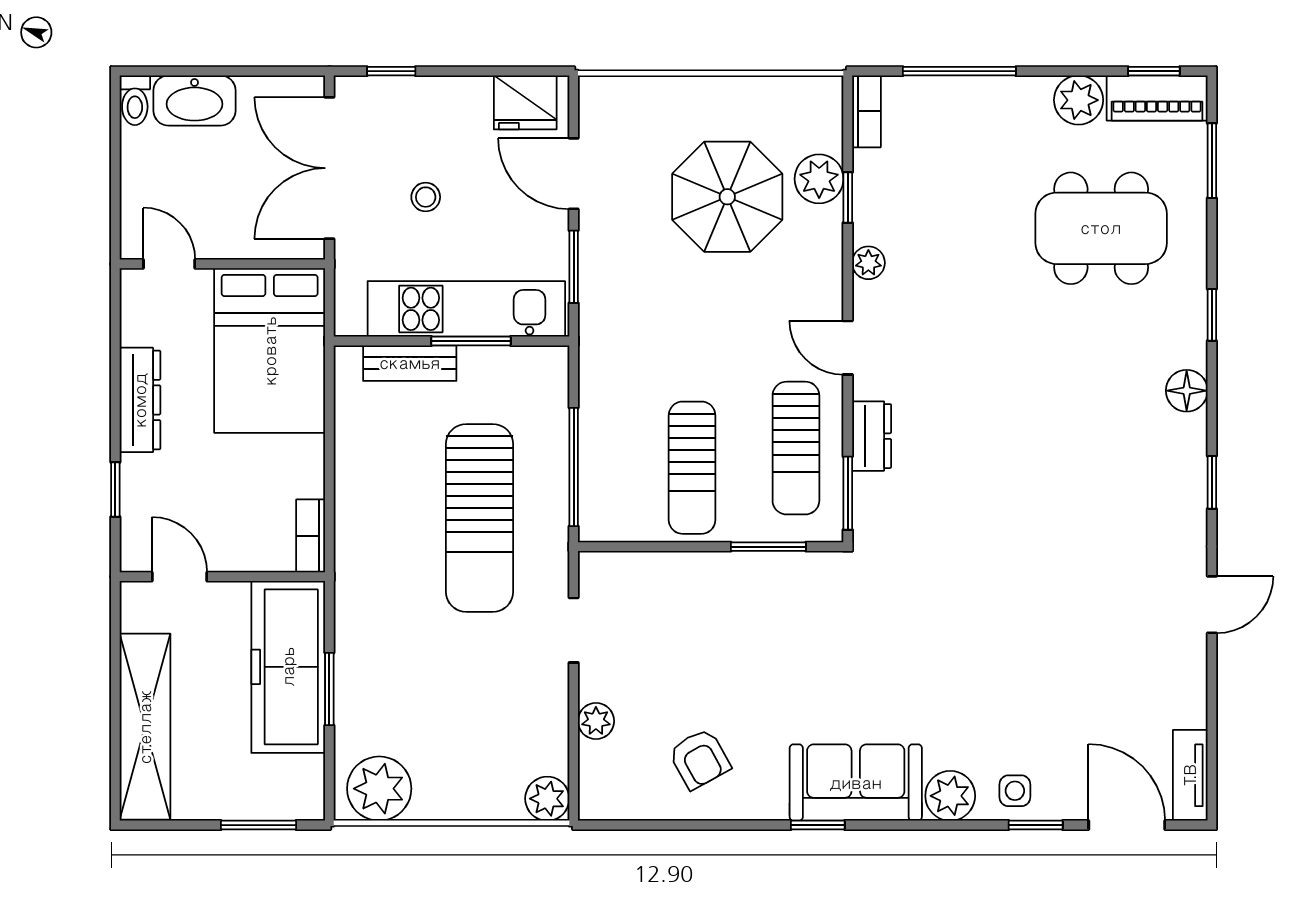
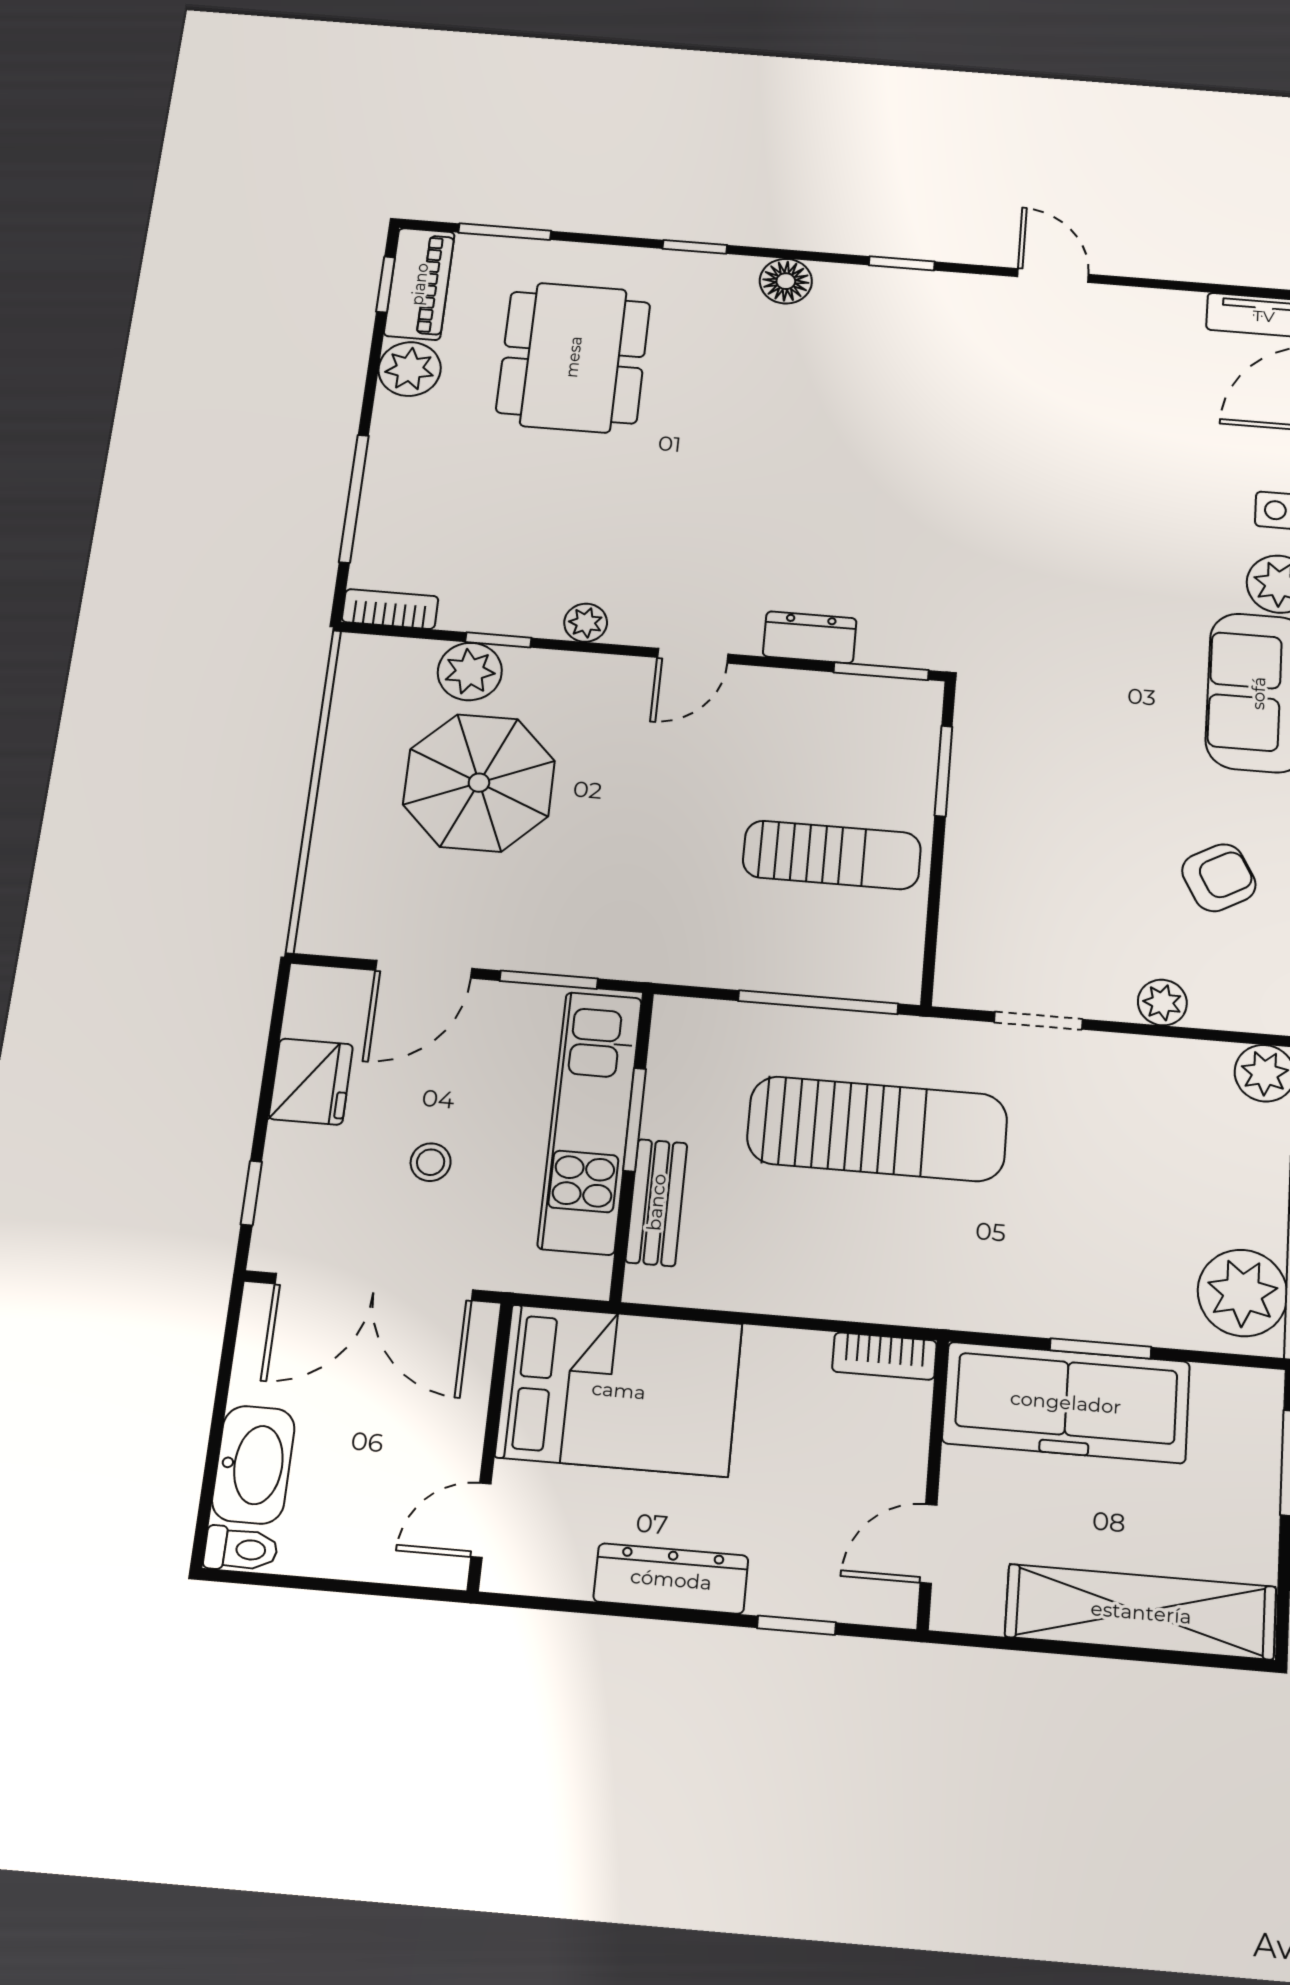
fridge: (525, 102) -> (311, 1082), moved
sun lounger: (796, 448) -> (817, 728), removed

